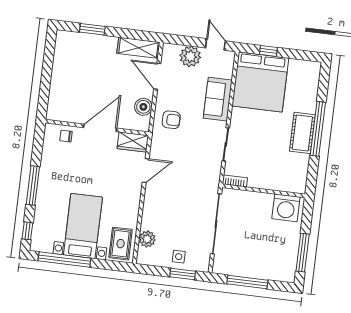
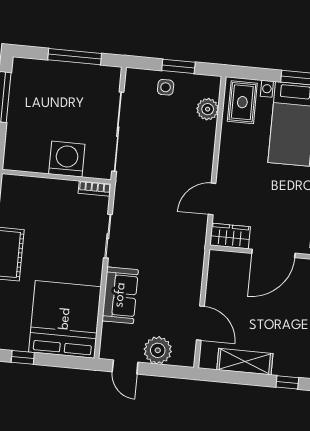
window: (92, 29) -> (287, 382), width x0.67
shelving: (138, 48) -> (245, 362), moved
window: (268, 51) -> (23, 357), moved
boiler: (143, 107) -> (217, 283), removed
armchair: (171, 120) -> (180, 267), removed
washing machine: (286, 208) -> (67, 159), moved
window: (183, 274) -> (178, 66), moved

